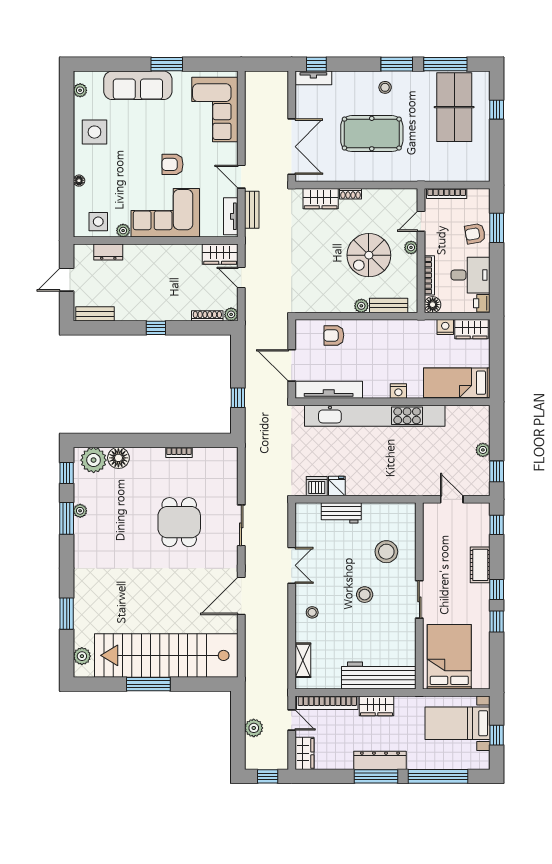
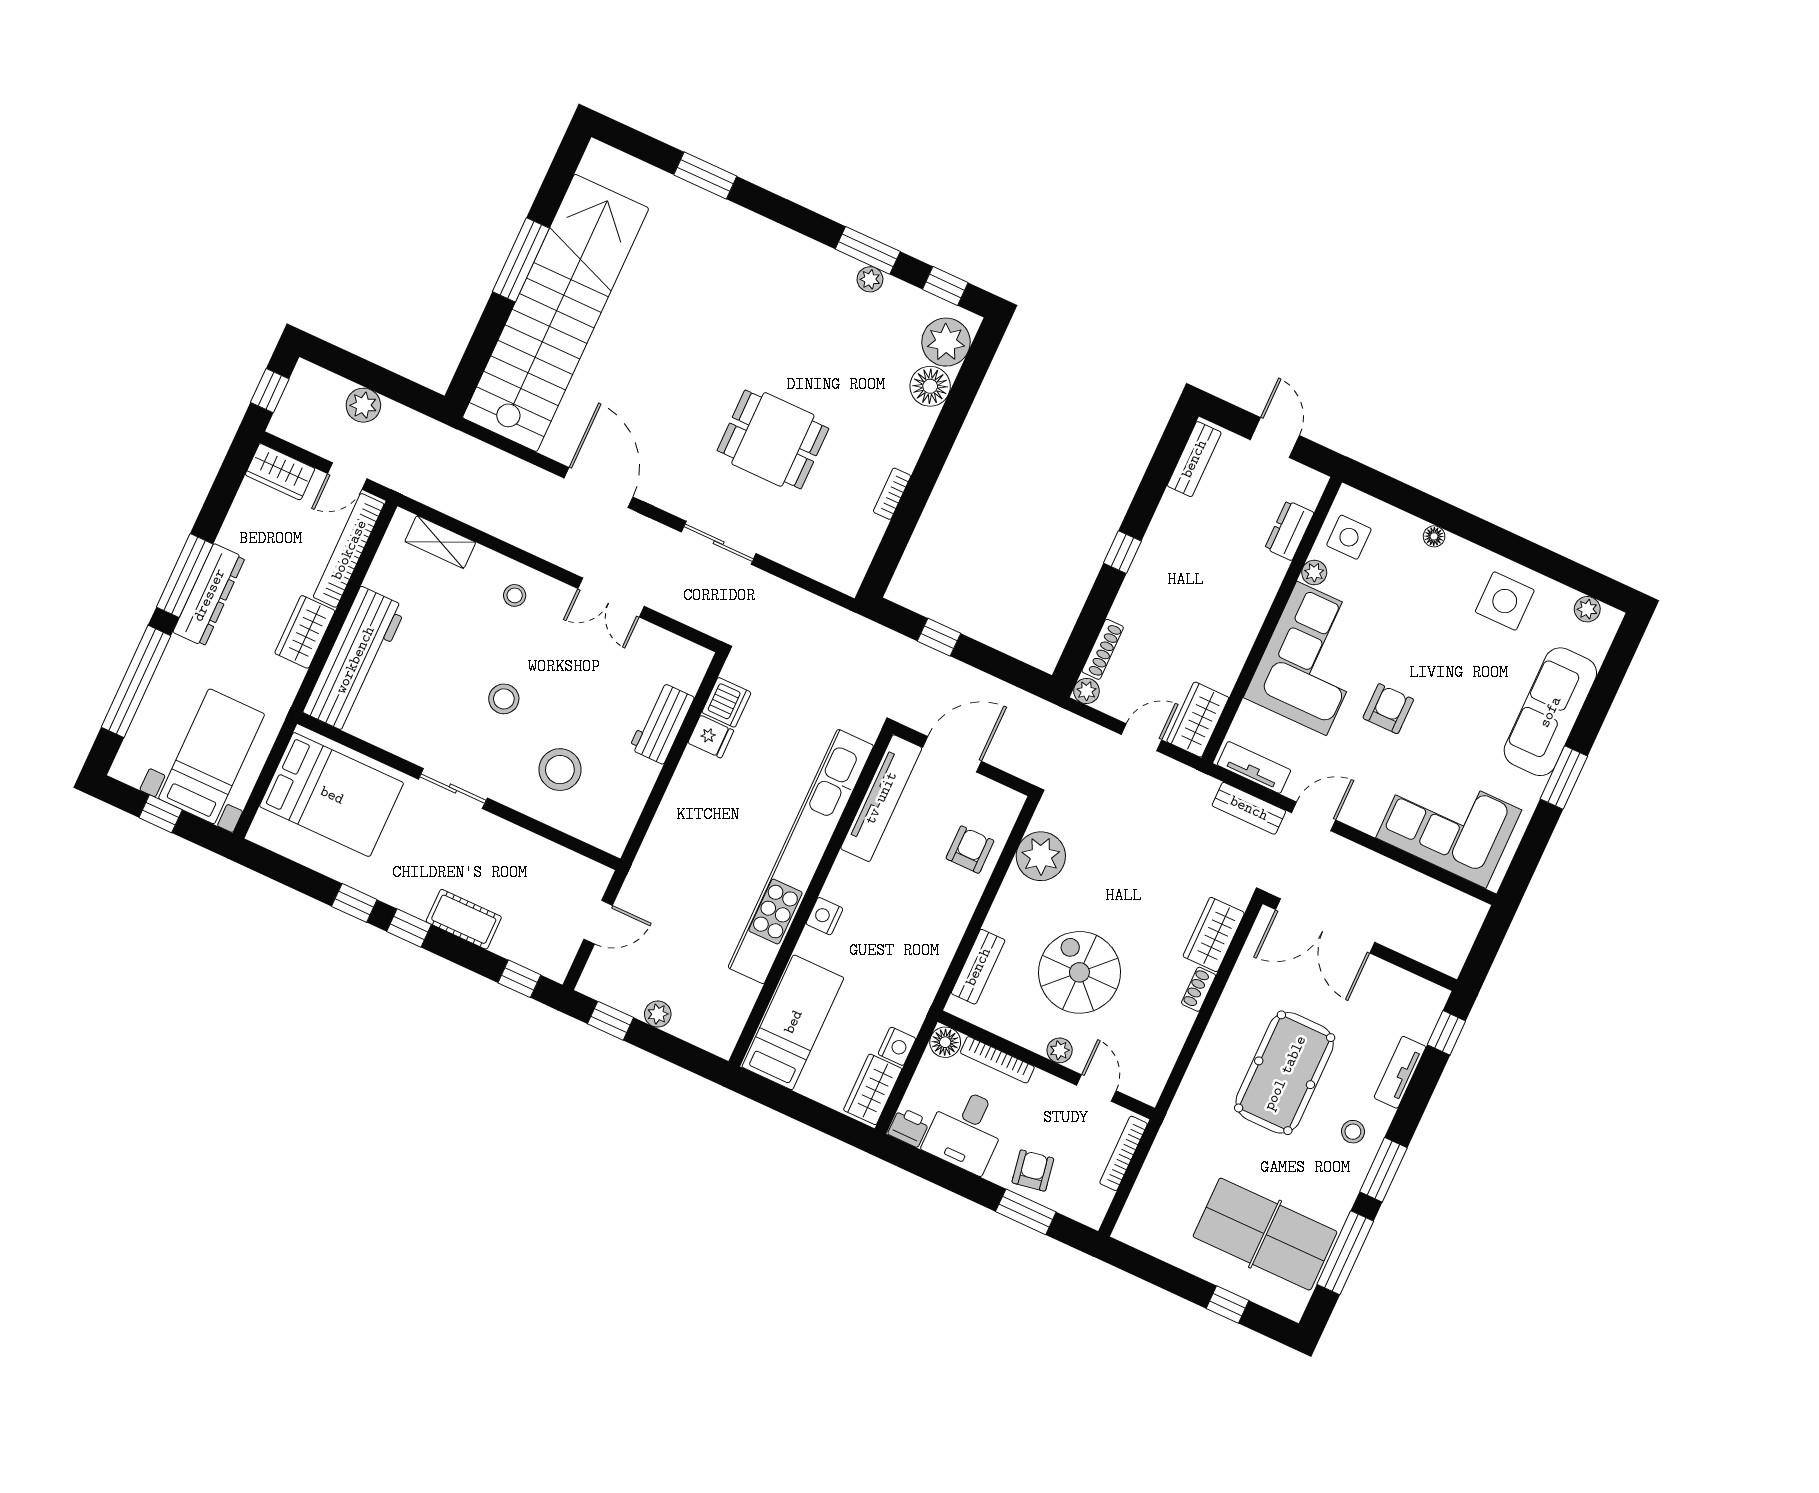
tv unit: (313, 78) -> (1400, 1072), moved
plant: (361, 306) -> (1041, 856), moved, width x1.88, depth x1.88
plant: (82, 656) -> (621, 168), removed

